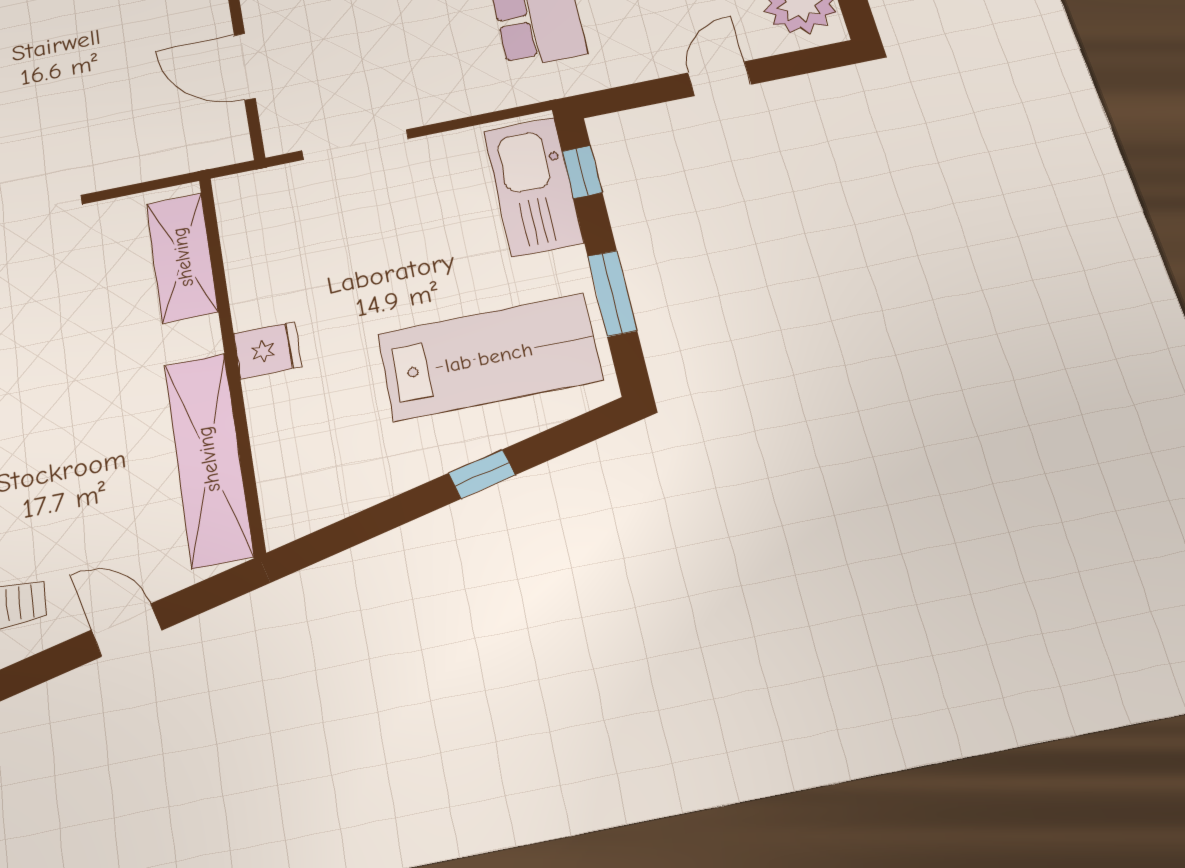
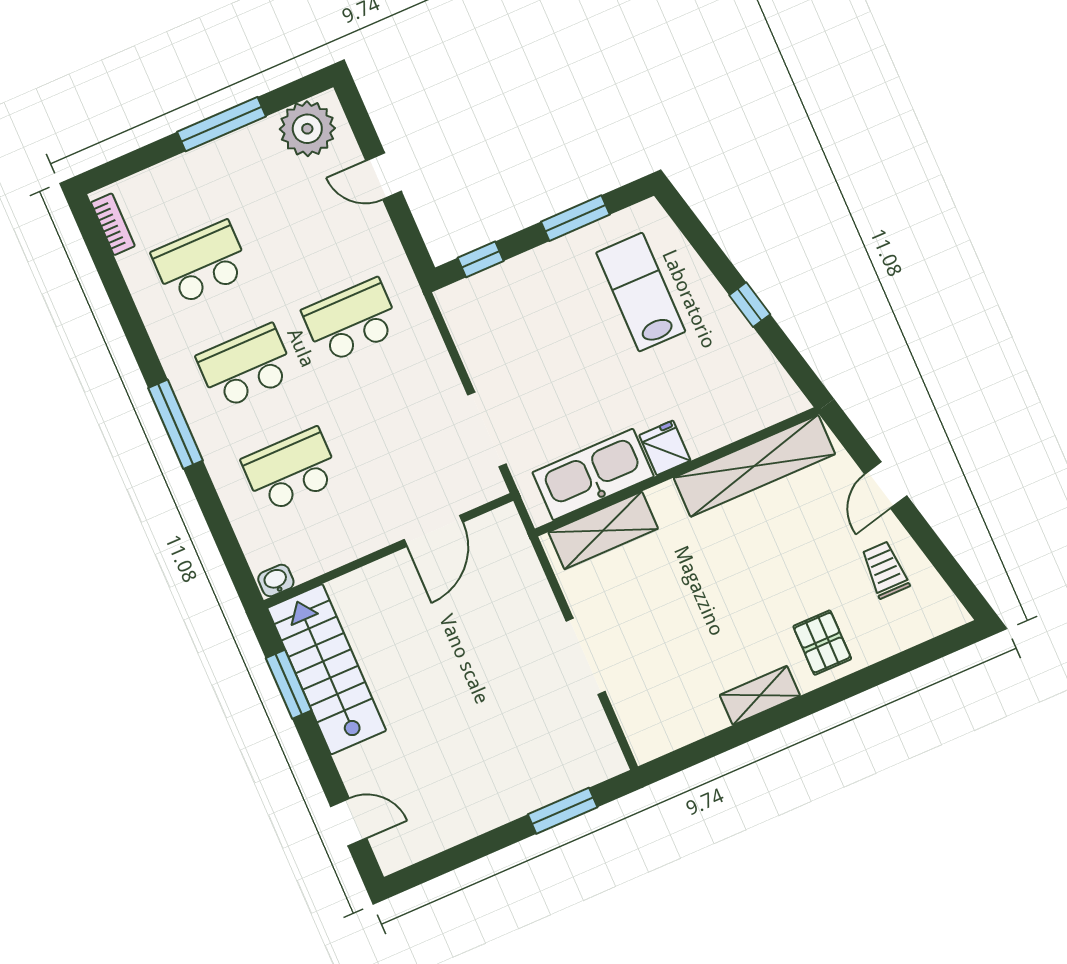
kitchen sink: (533, 186) -> (593, 474), moved, turned 180
lab bench: (489, 357) -> (641, 292), width x0.73, depth x0.72
window: (482, 474) -> (750, 305), moved

